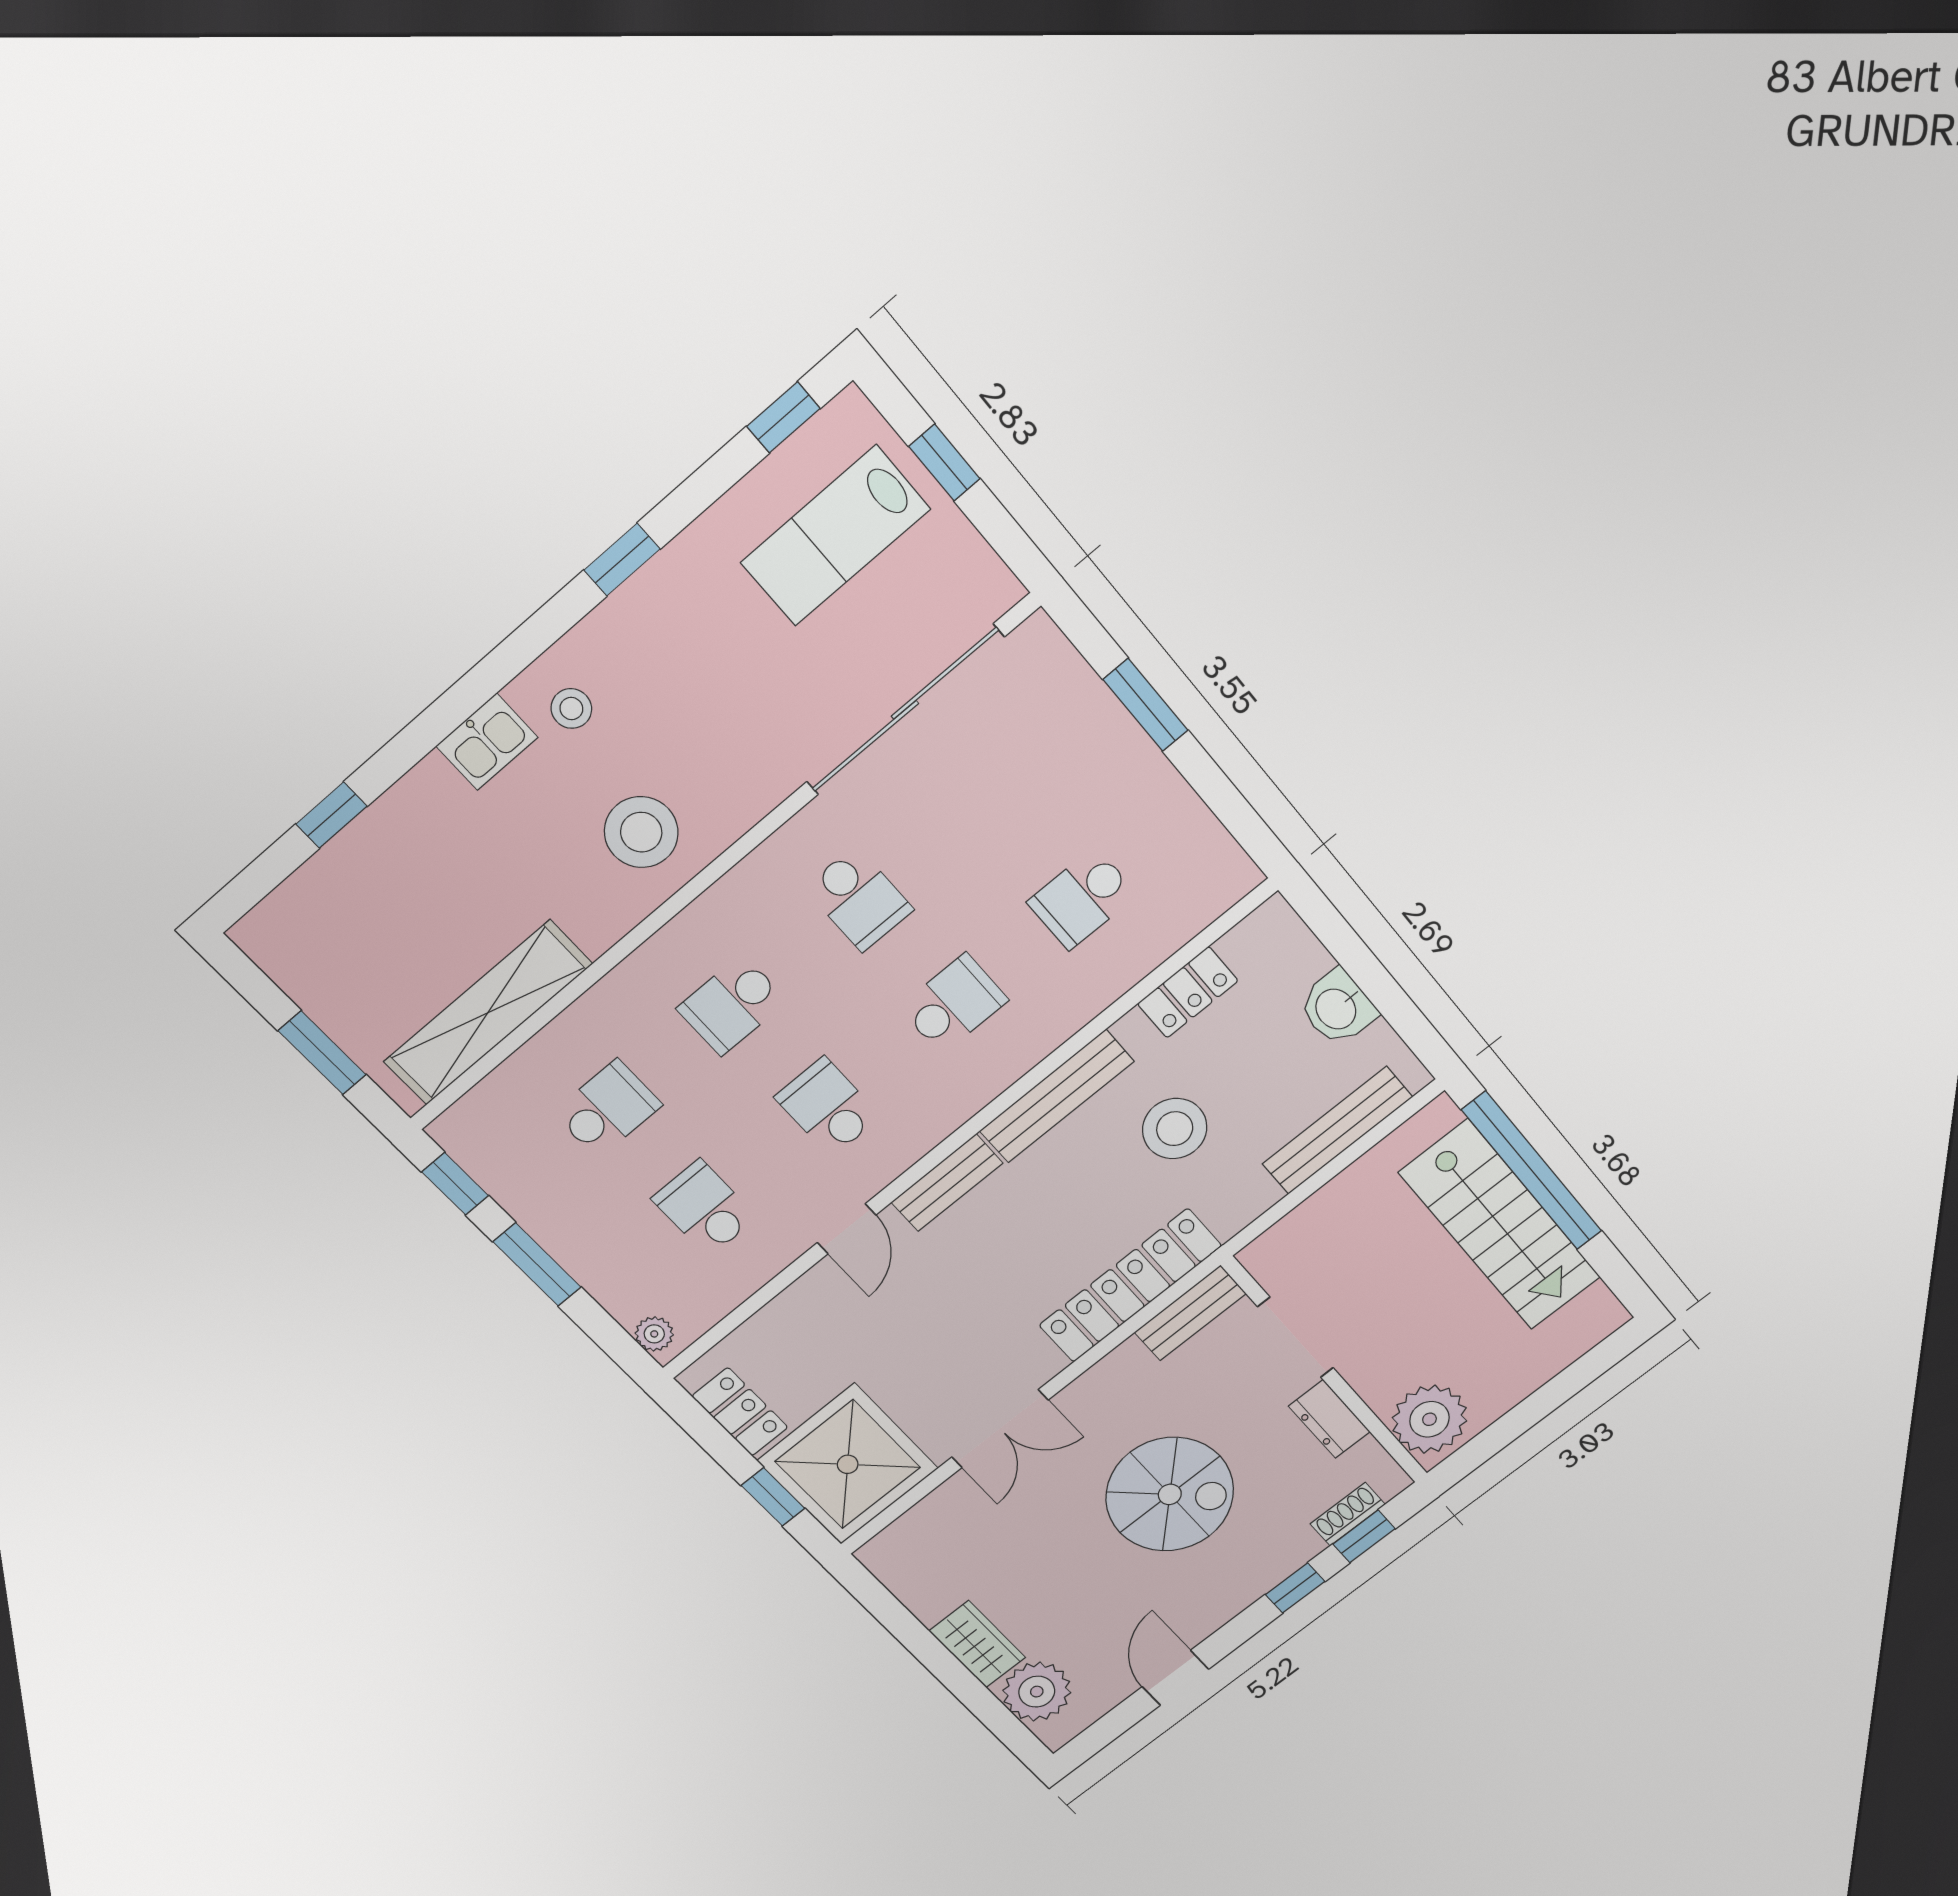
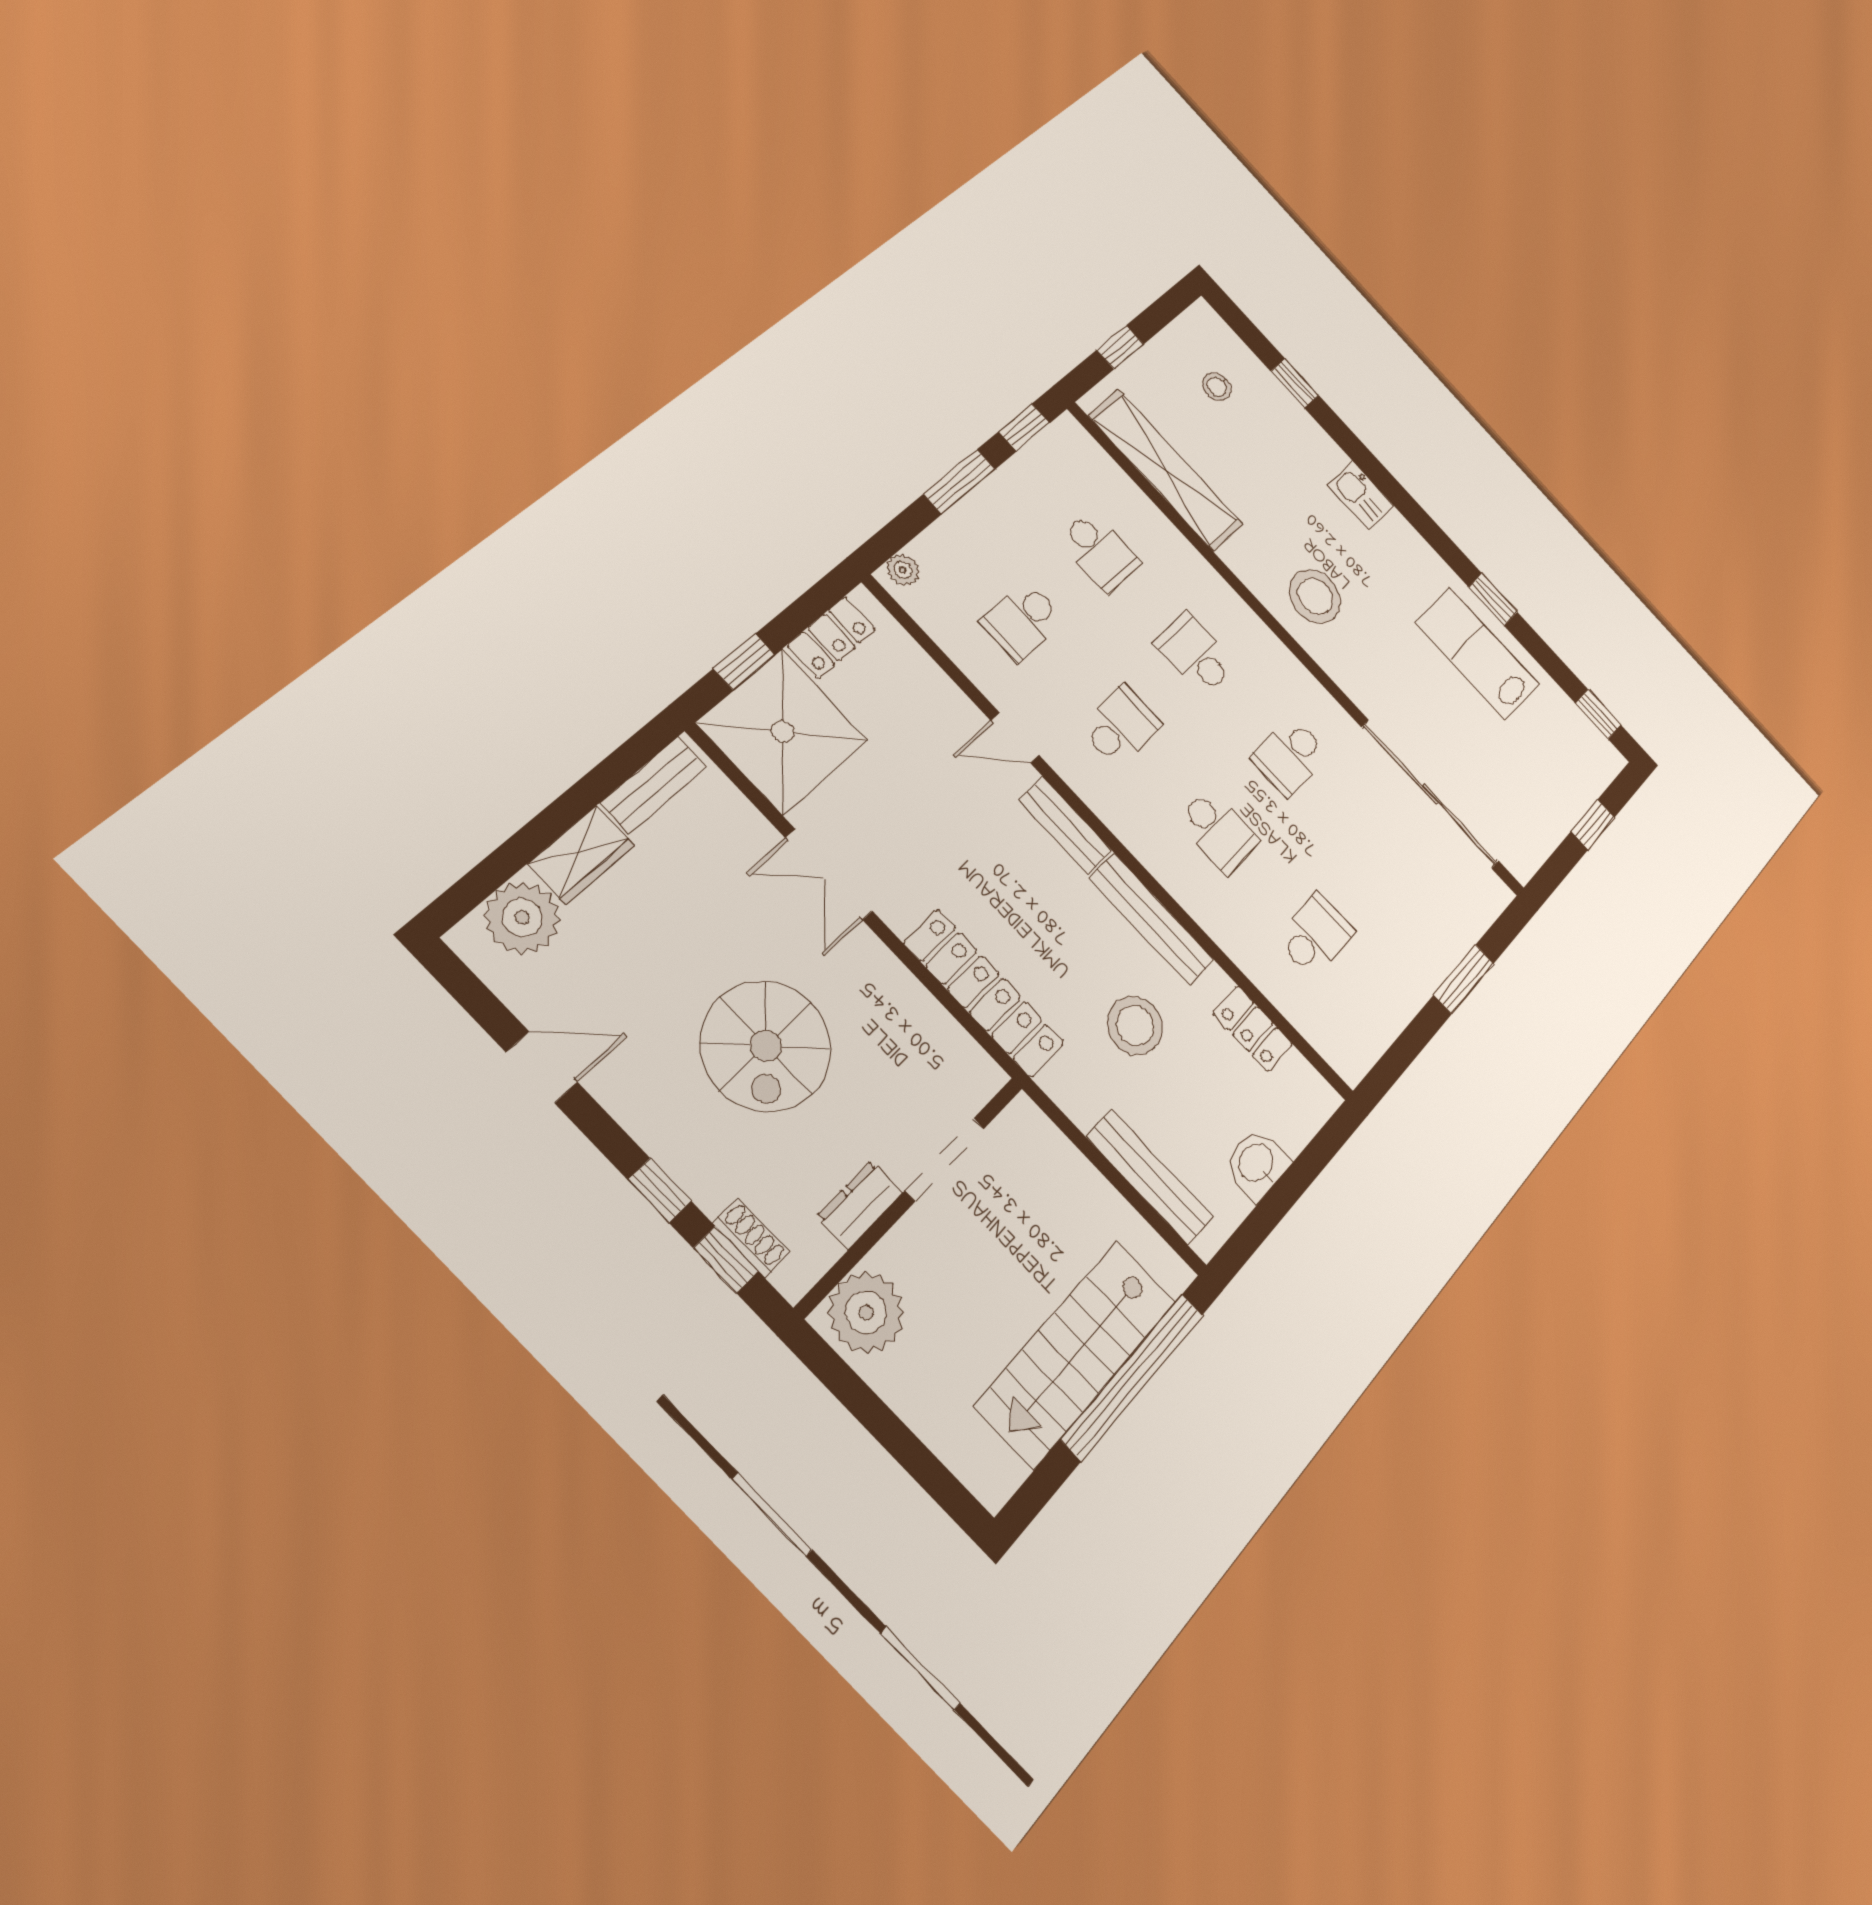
lab bench: (835, 536) -> (1477, 653), moved
stool: (571, 709) -> (1217, 387), moved
school desk: (1082, 898) -> (1315, 935), turned 90
window: (322, 1053) -> (1120, 347), width x0.67
school desk: (704, 1208) -> (1022, 620), turned 180
bench: (1190, 1313) -> (654, 785), moved, turned 90

